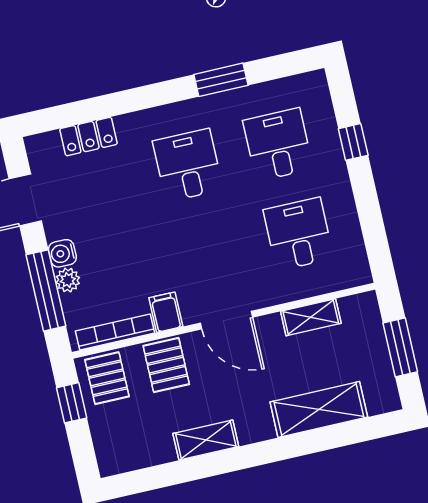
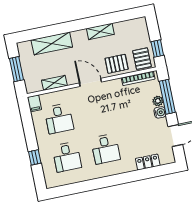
window: (221, 80) -> (91, 185), removed
filing cabinet: (166, 312) -> (34, 103), moved
pallet: (166, 365) -> (117, 64), turned 90

